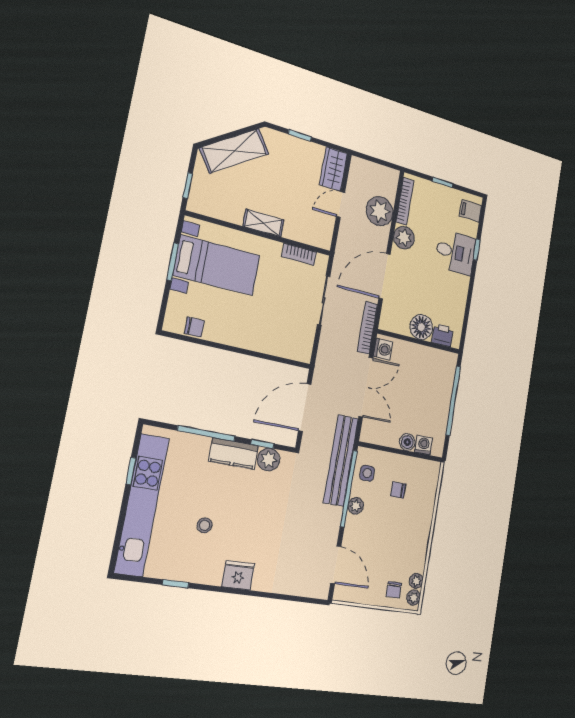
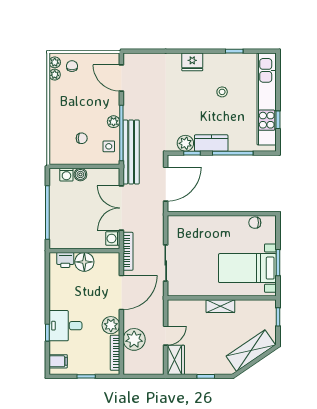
bookcase: (299, 254) -> (190, 291), removed

